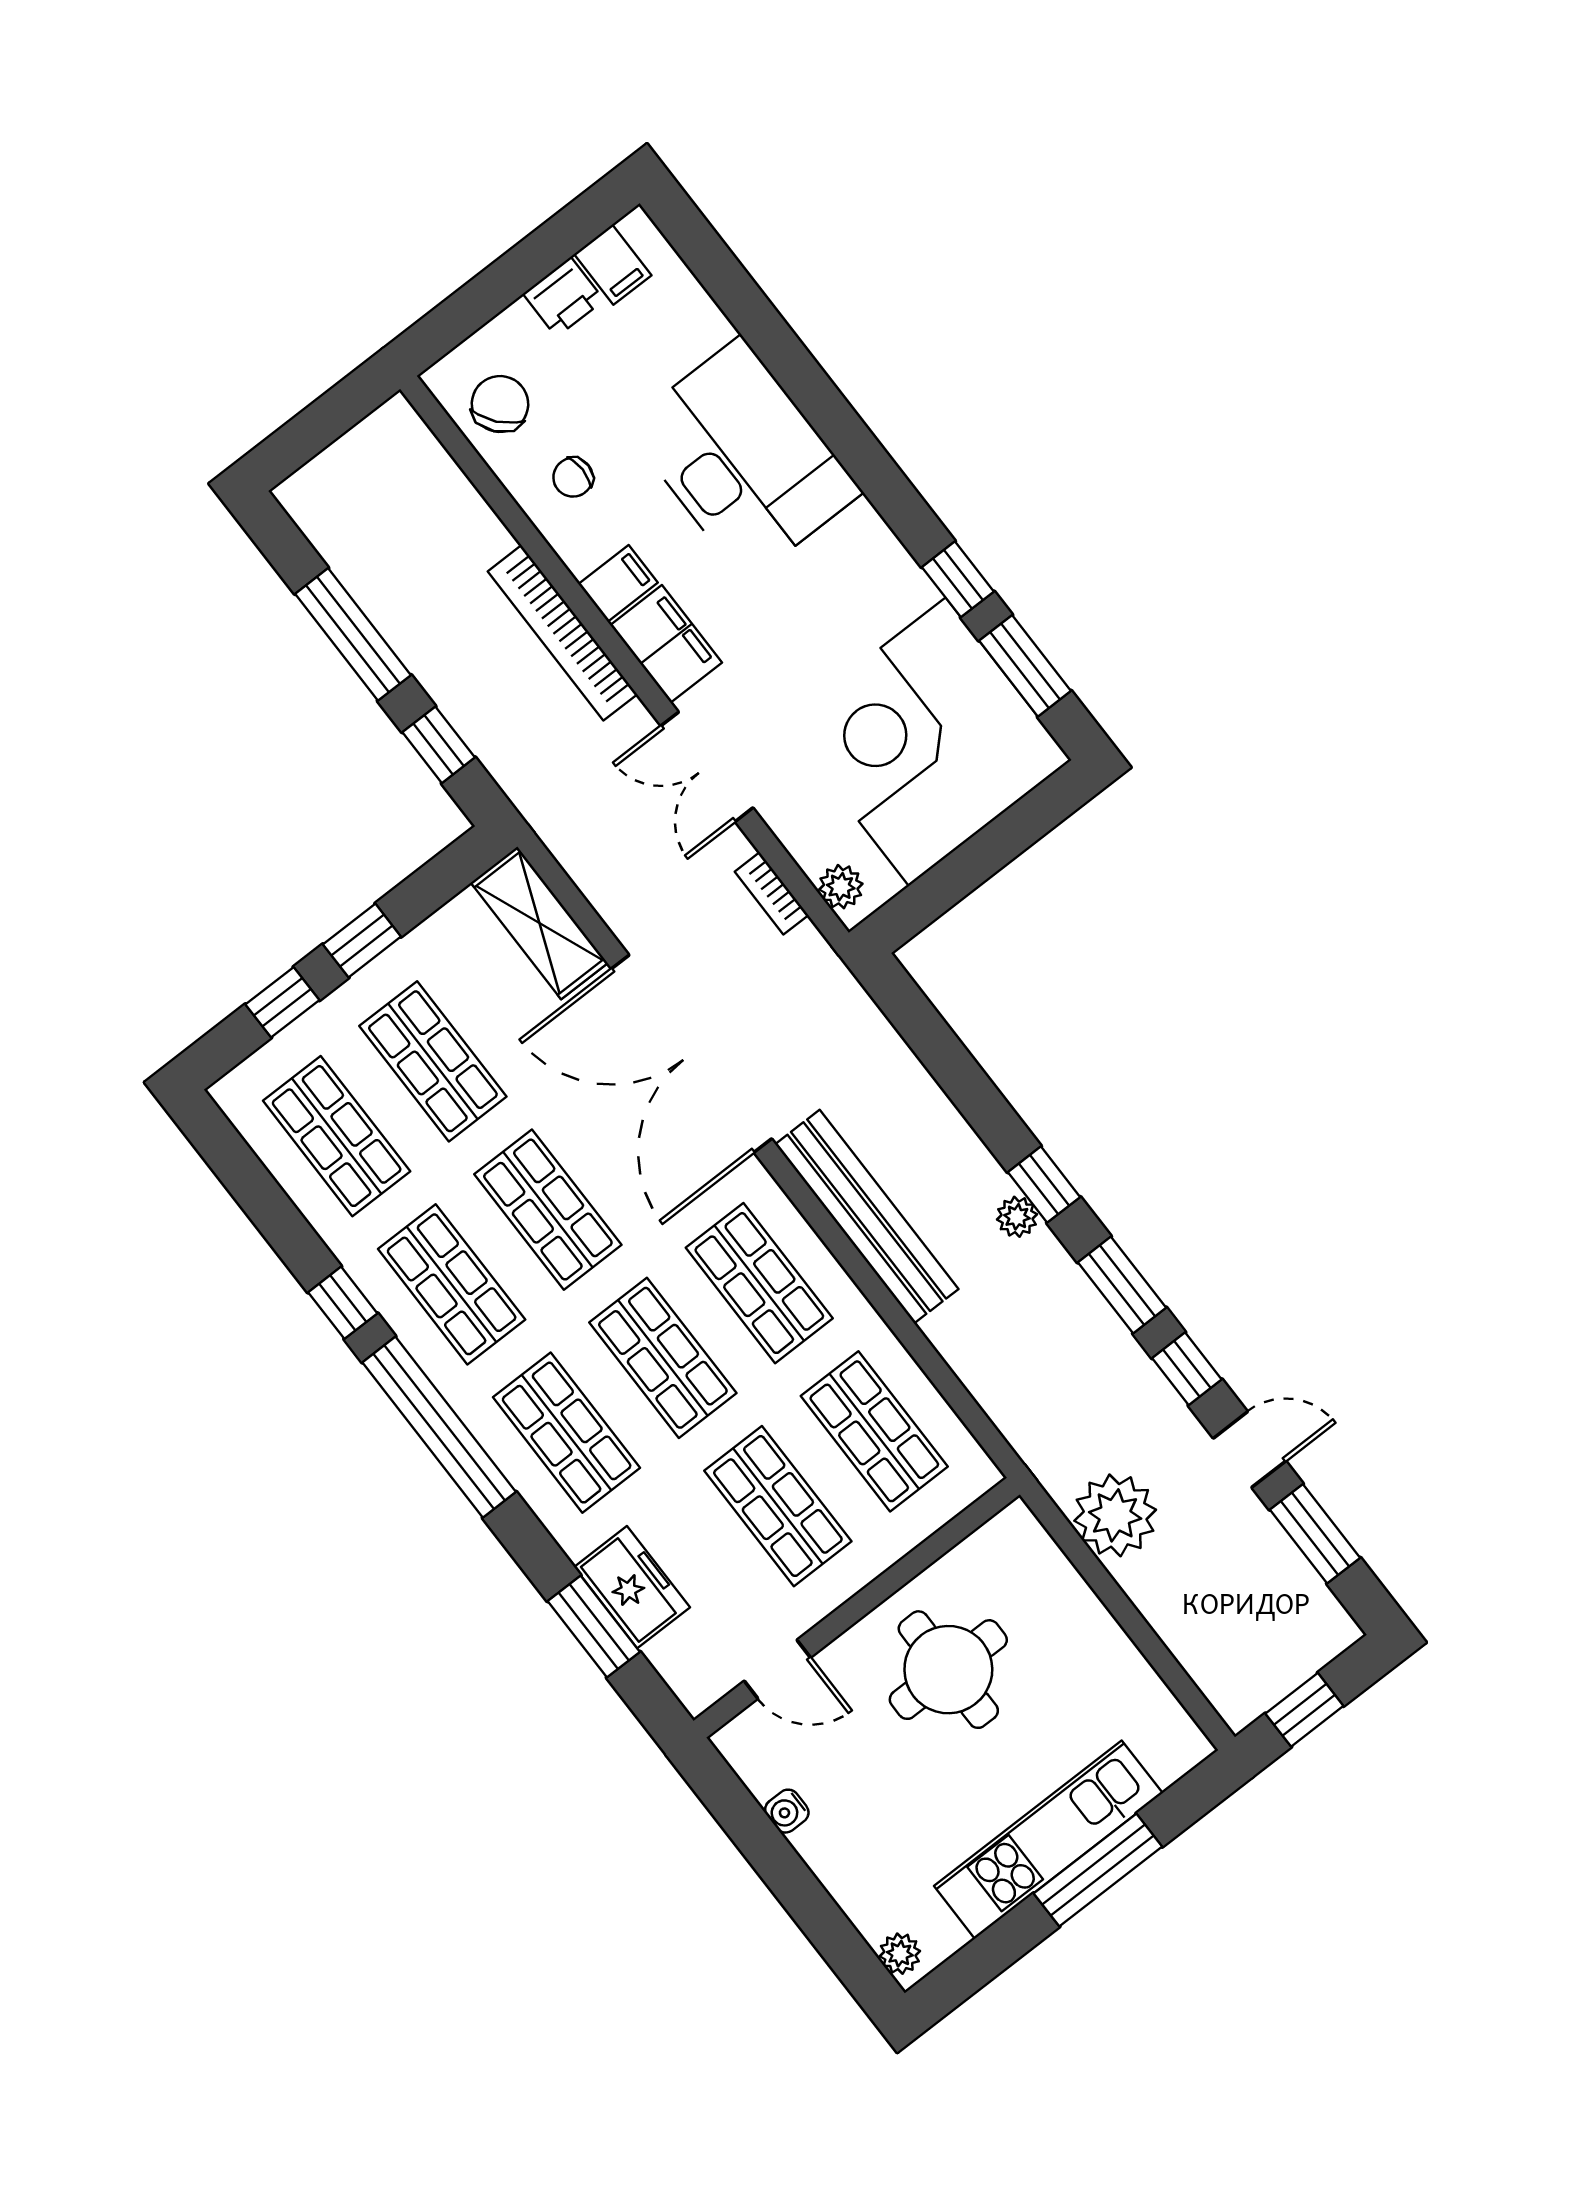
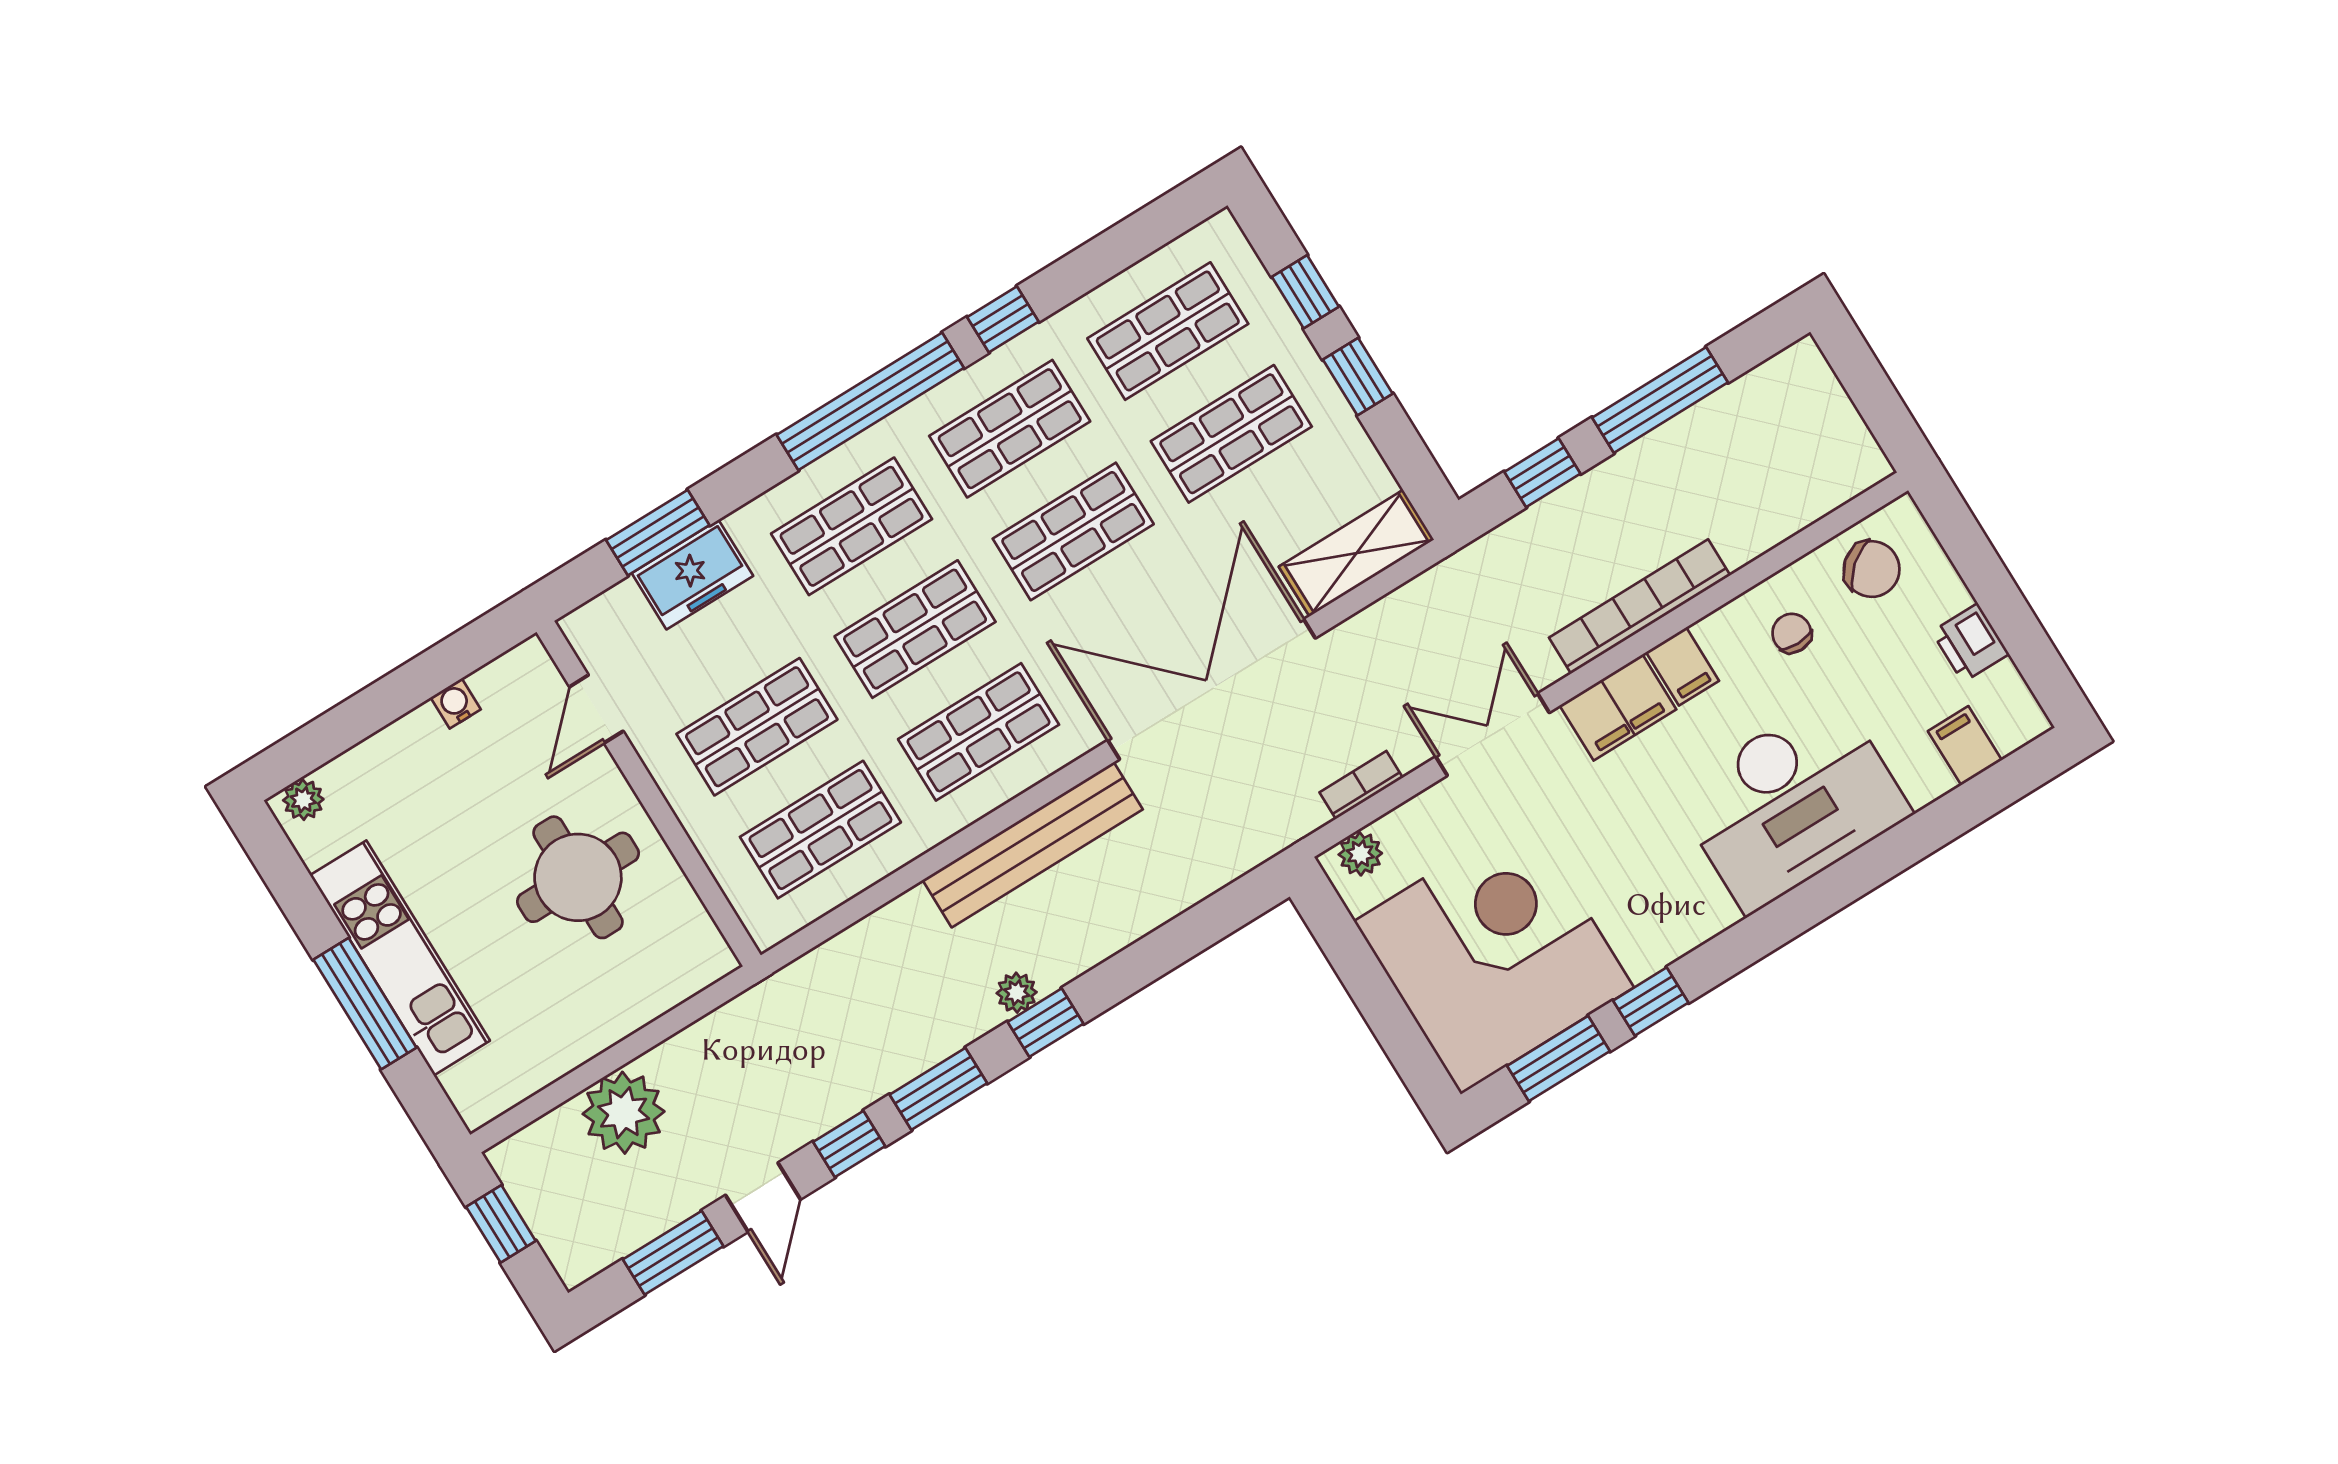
filing cabinet: (613, 265) -> (1965, 746), moved, turned 90
plant: (1115, 1515) -> (624, 1113), moved

